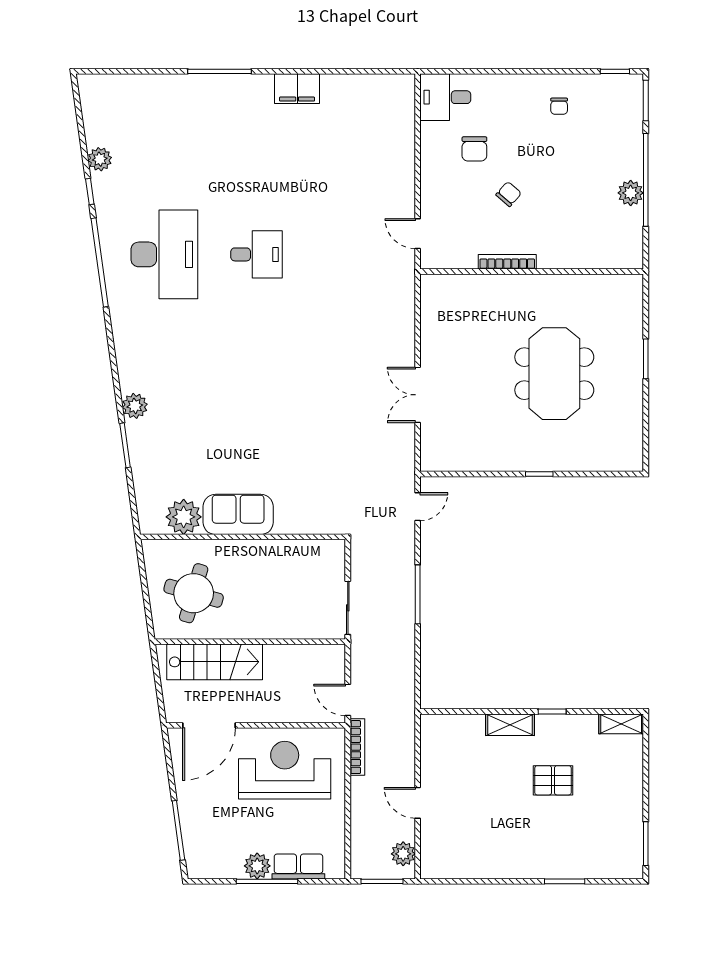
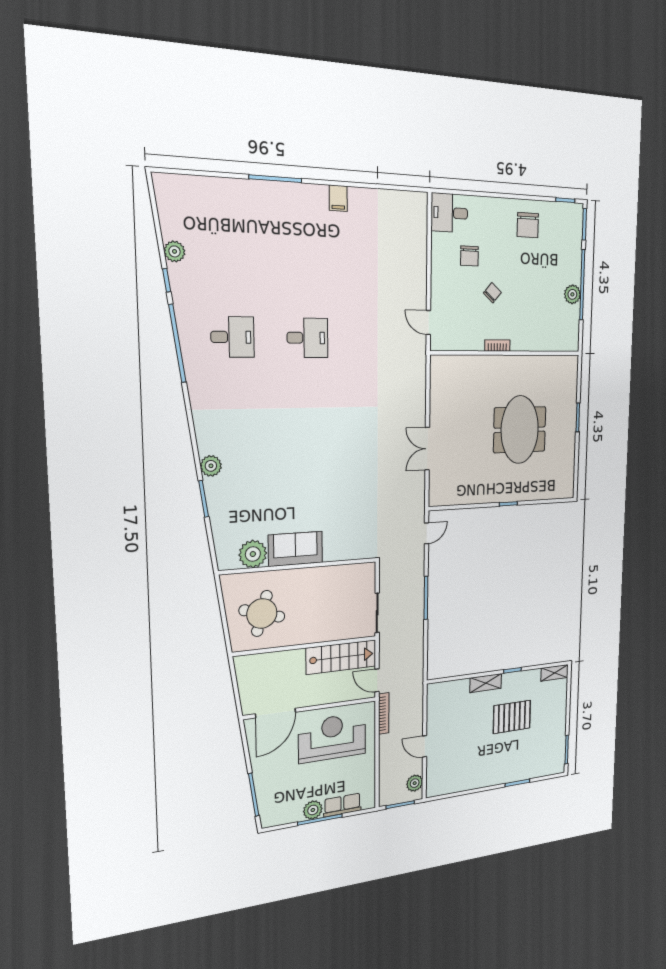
filing cabinet: (297, 89) -> (338, 198), width x0.50
chair: (559, 106) -> (528, 225), width x1.87, depth x1.87
desk: (164, 254) -> (233, 337), width x0.53, depth x0.77
bookcase: (507, 262) -> (497, 346), width x0.64
stairs: (215, 662) -> (341, 657), moved
pallet: (553, 780) -> (512, 717), width x1.50, depth x1.42

